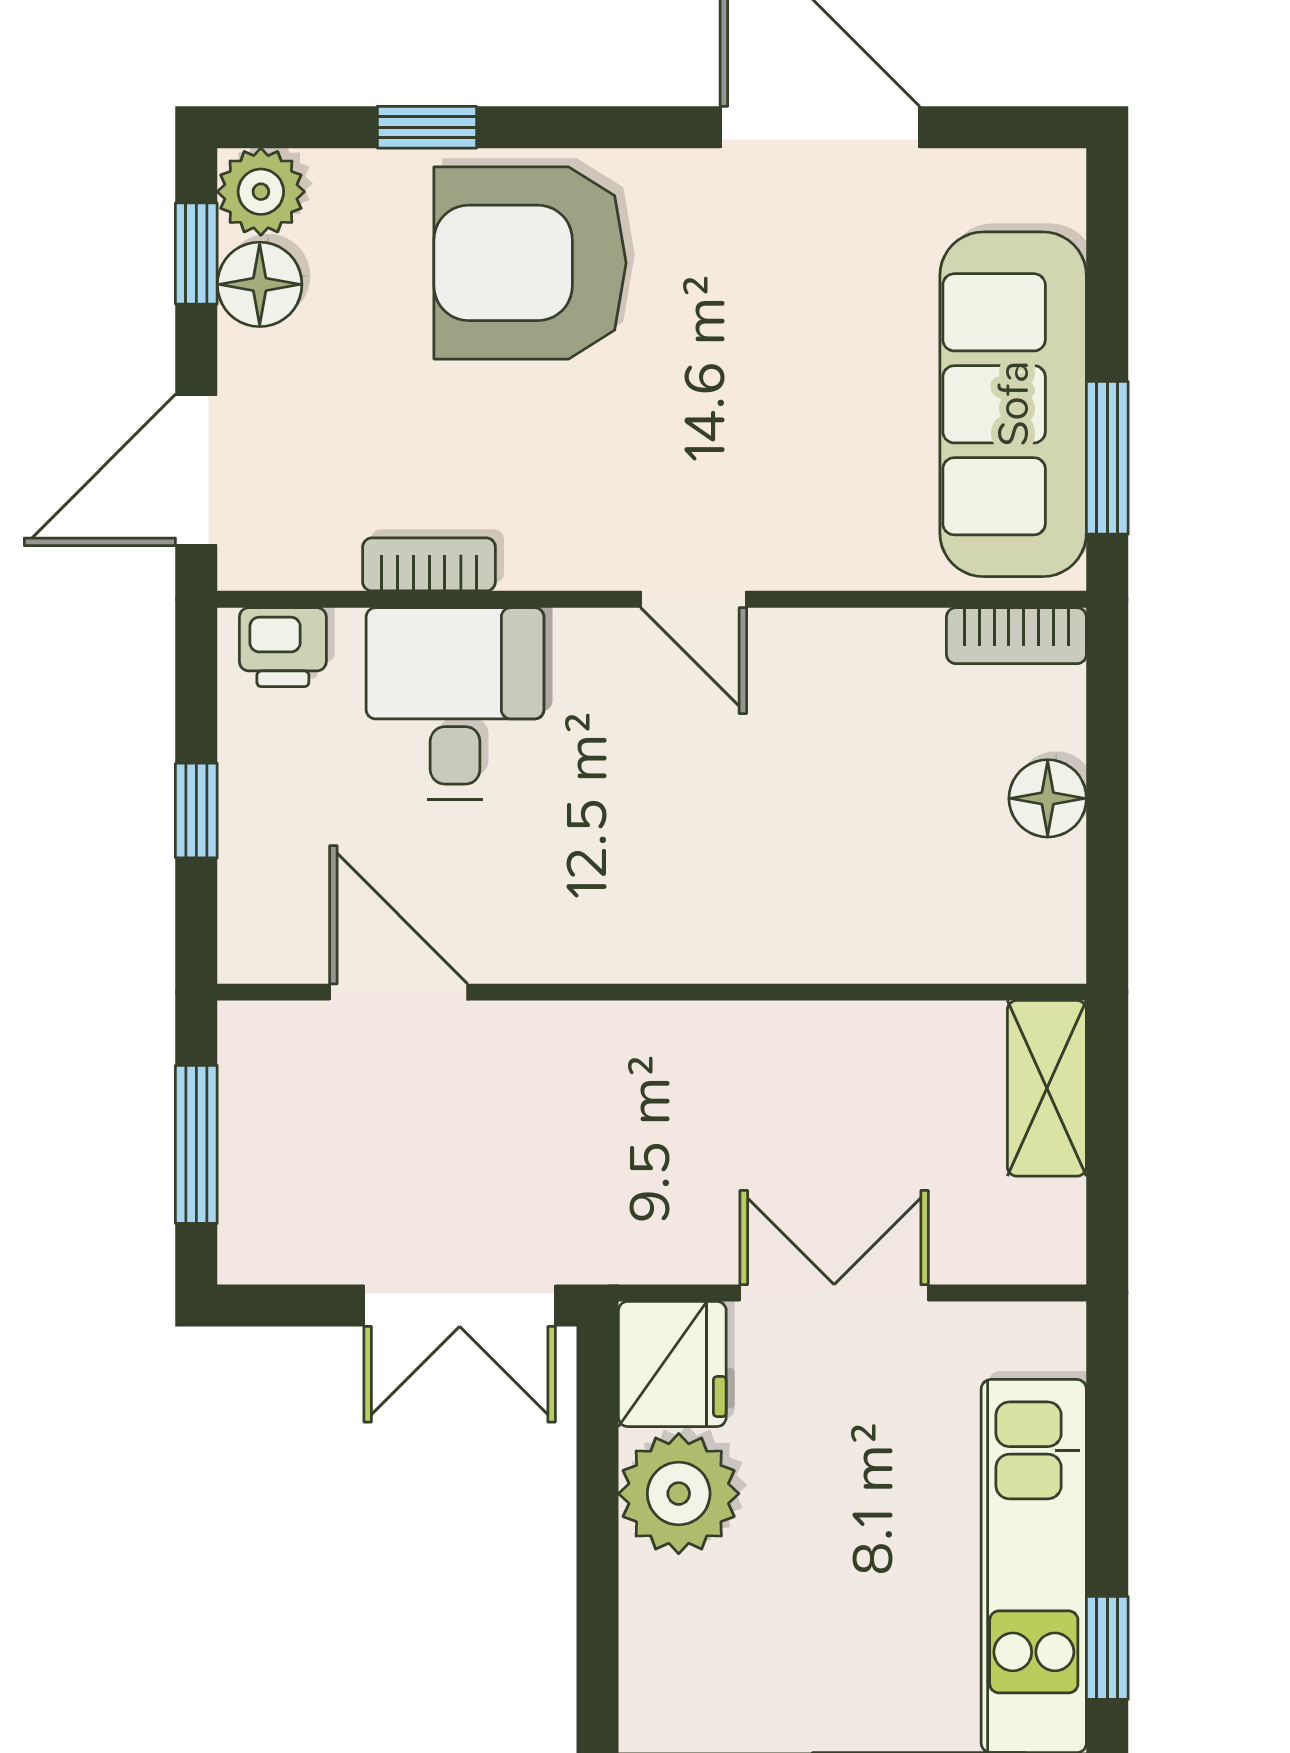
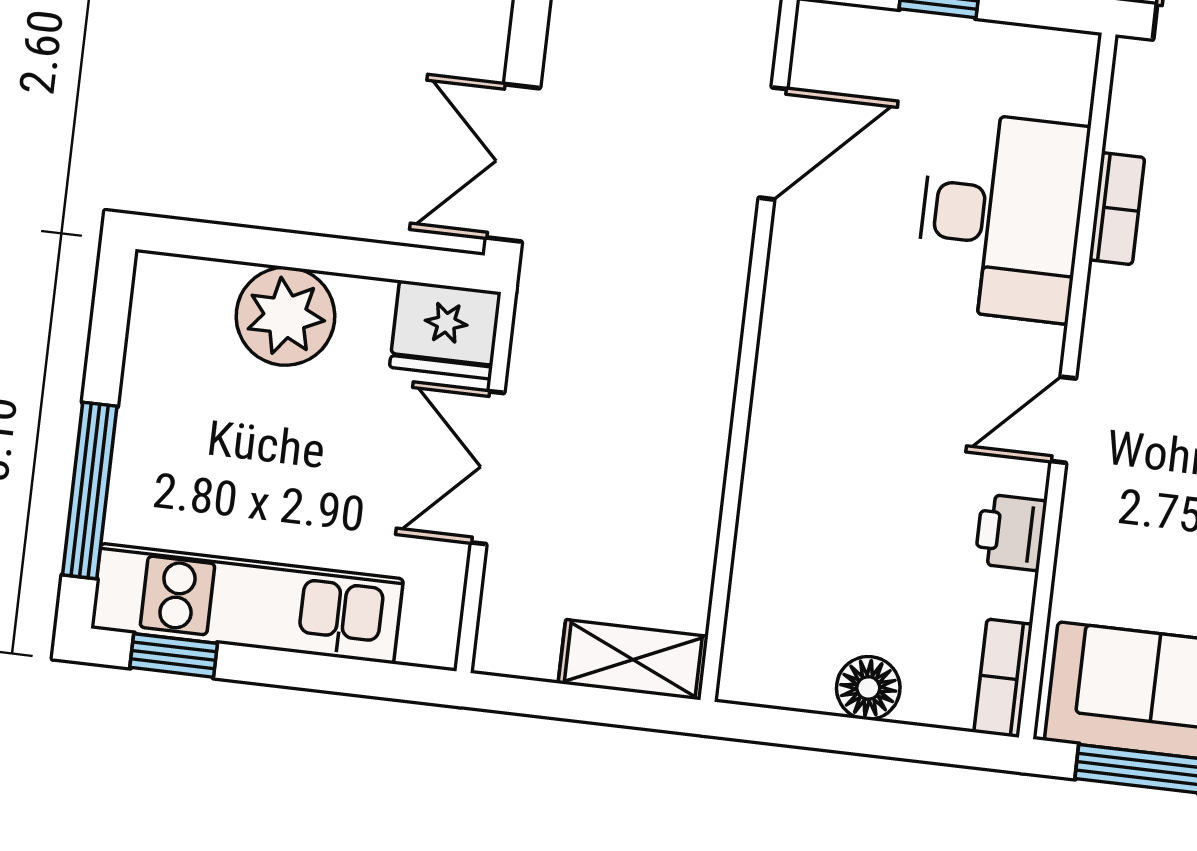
printer: (283, 647) -> (1011, 532), moved
desk: (455, 704) -> (1002, 216), width x1.37
double door: (834, 1293) -> (488, 468), swing flipped
plant: (679, 1494) -> (285, 316), moved

